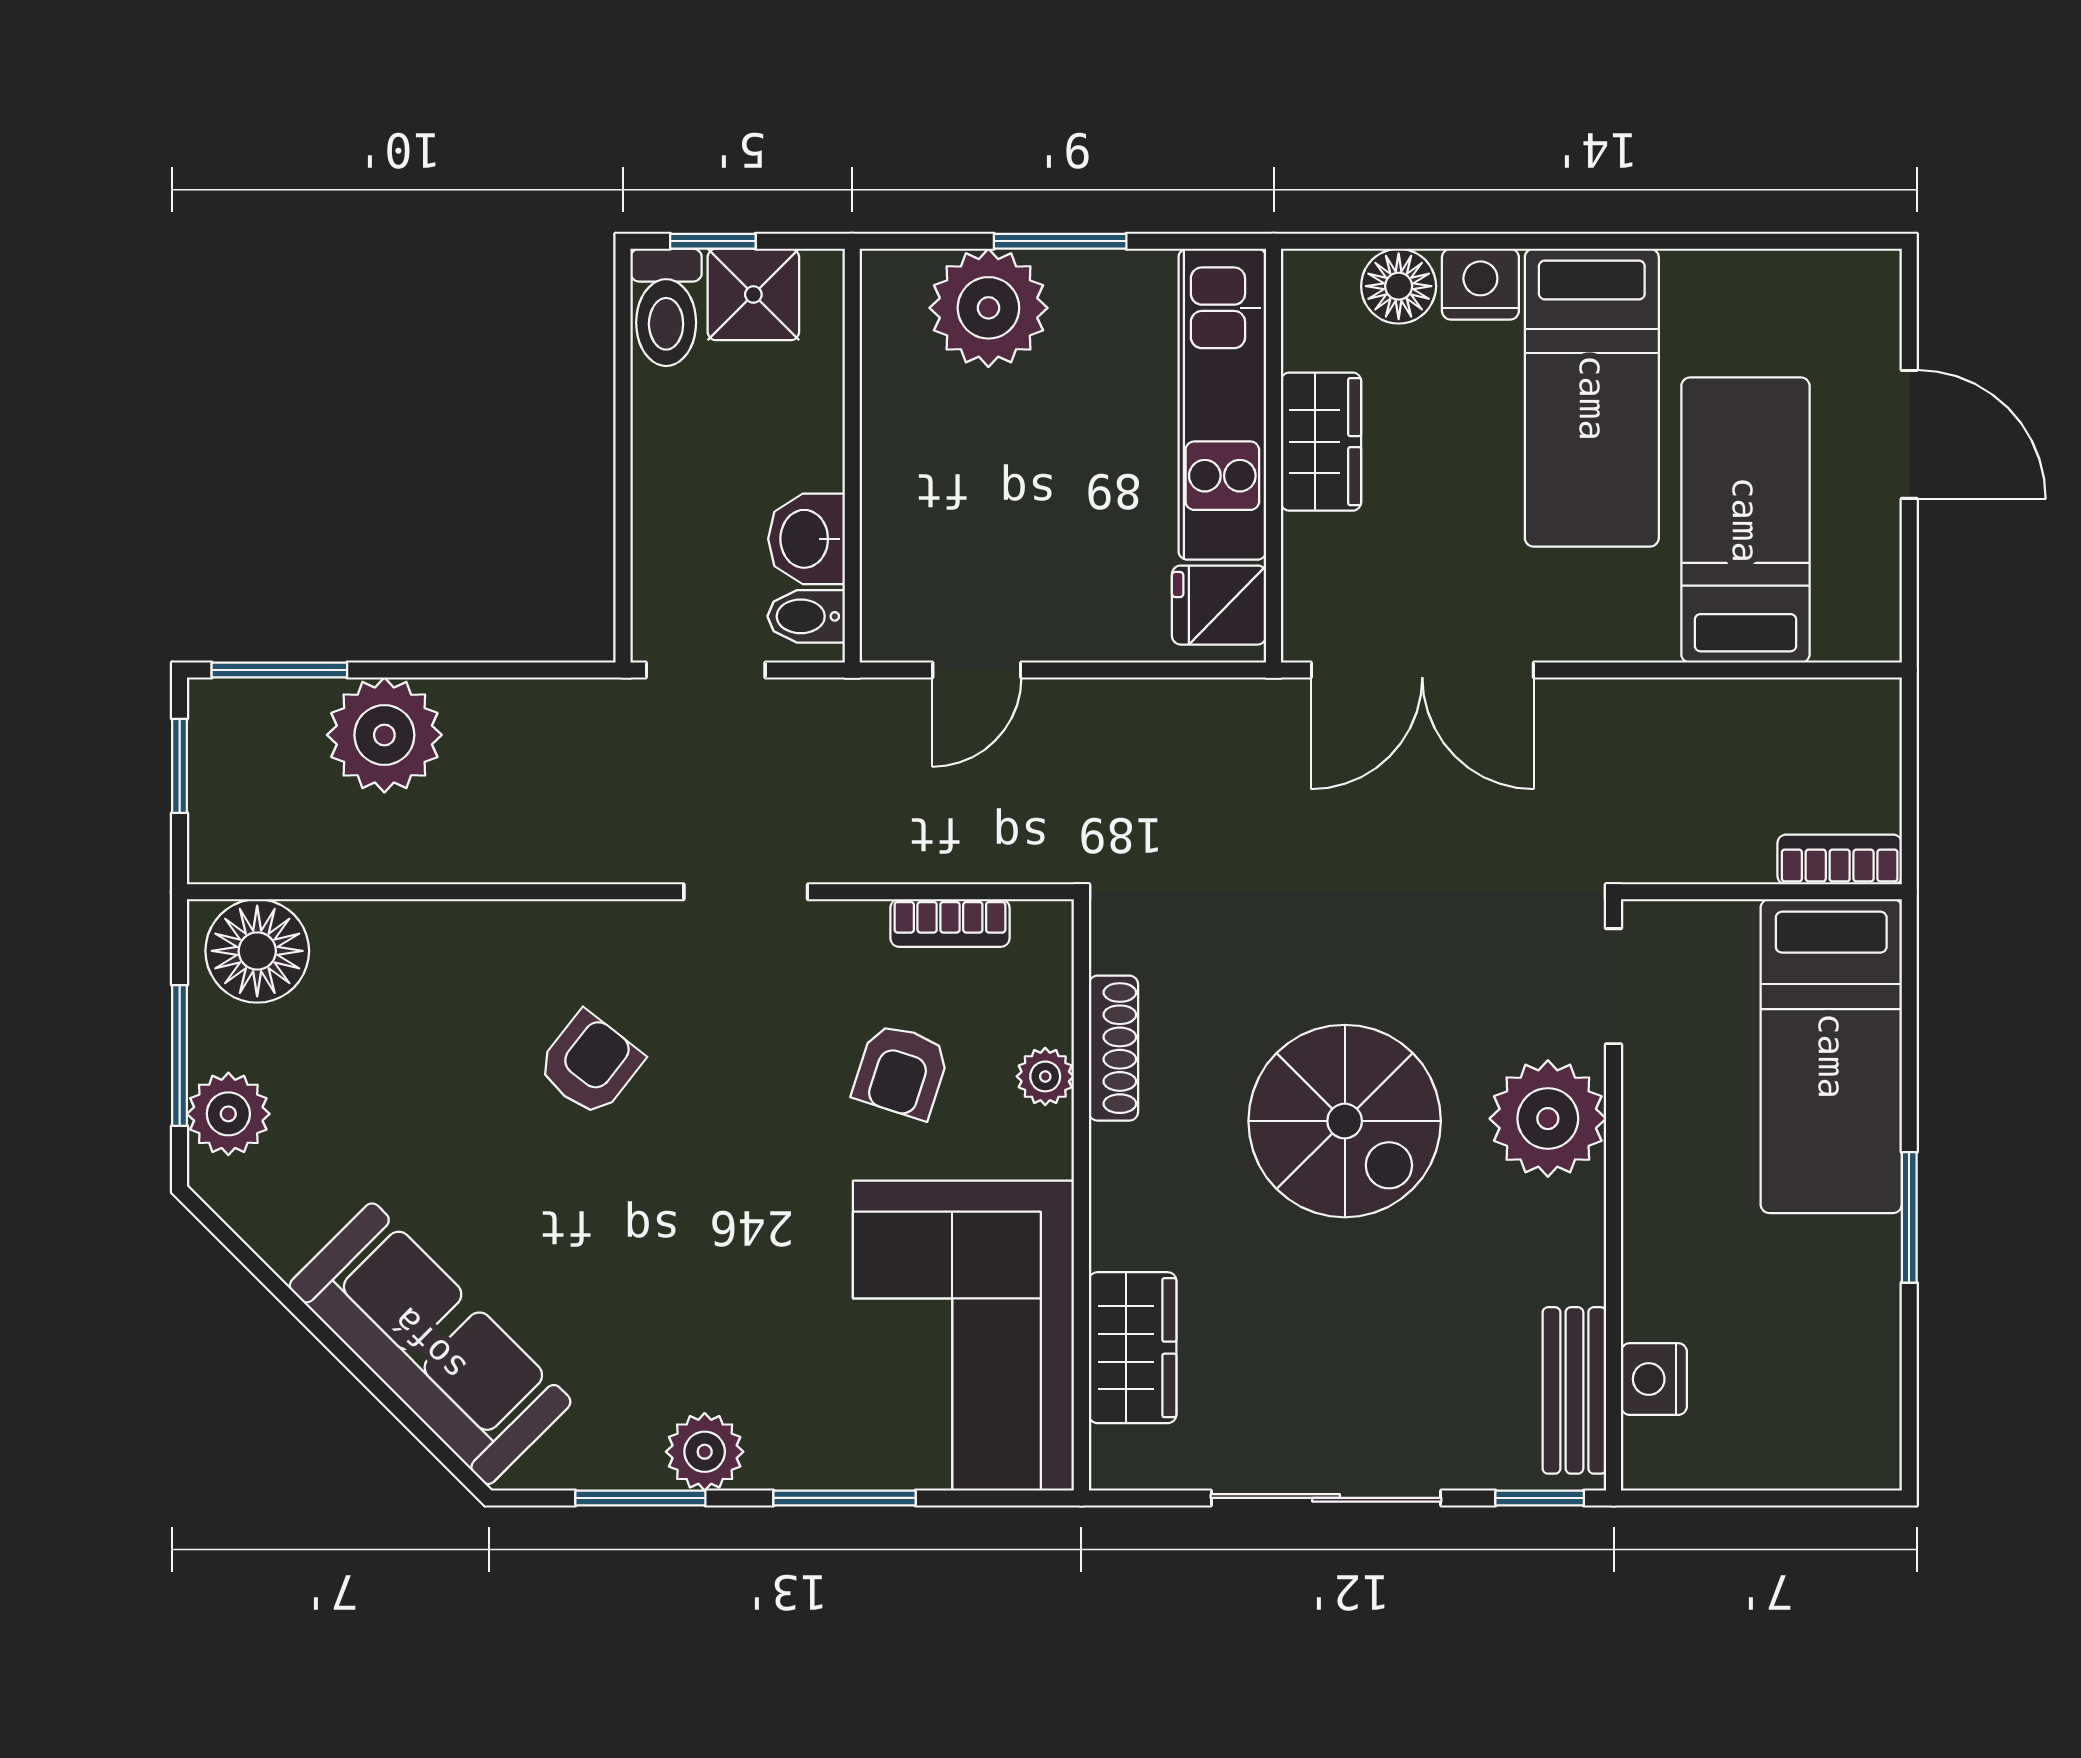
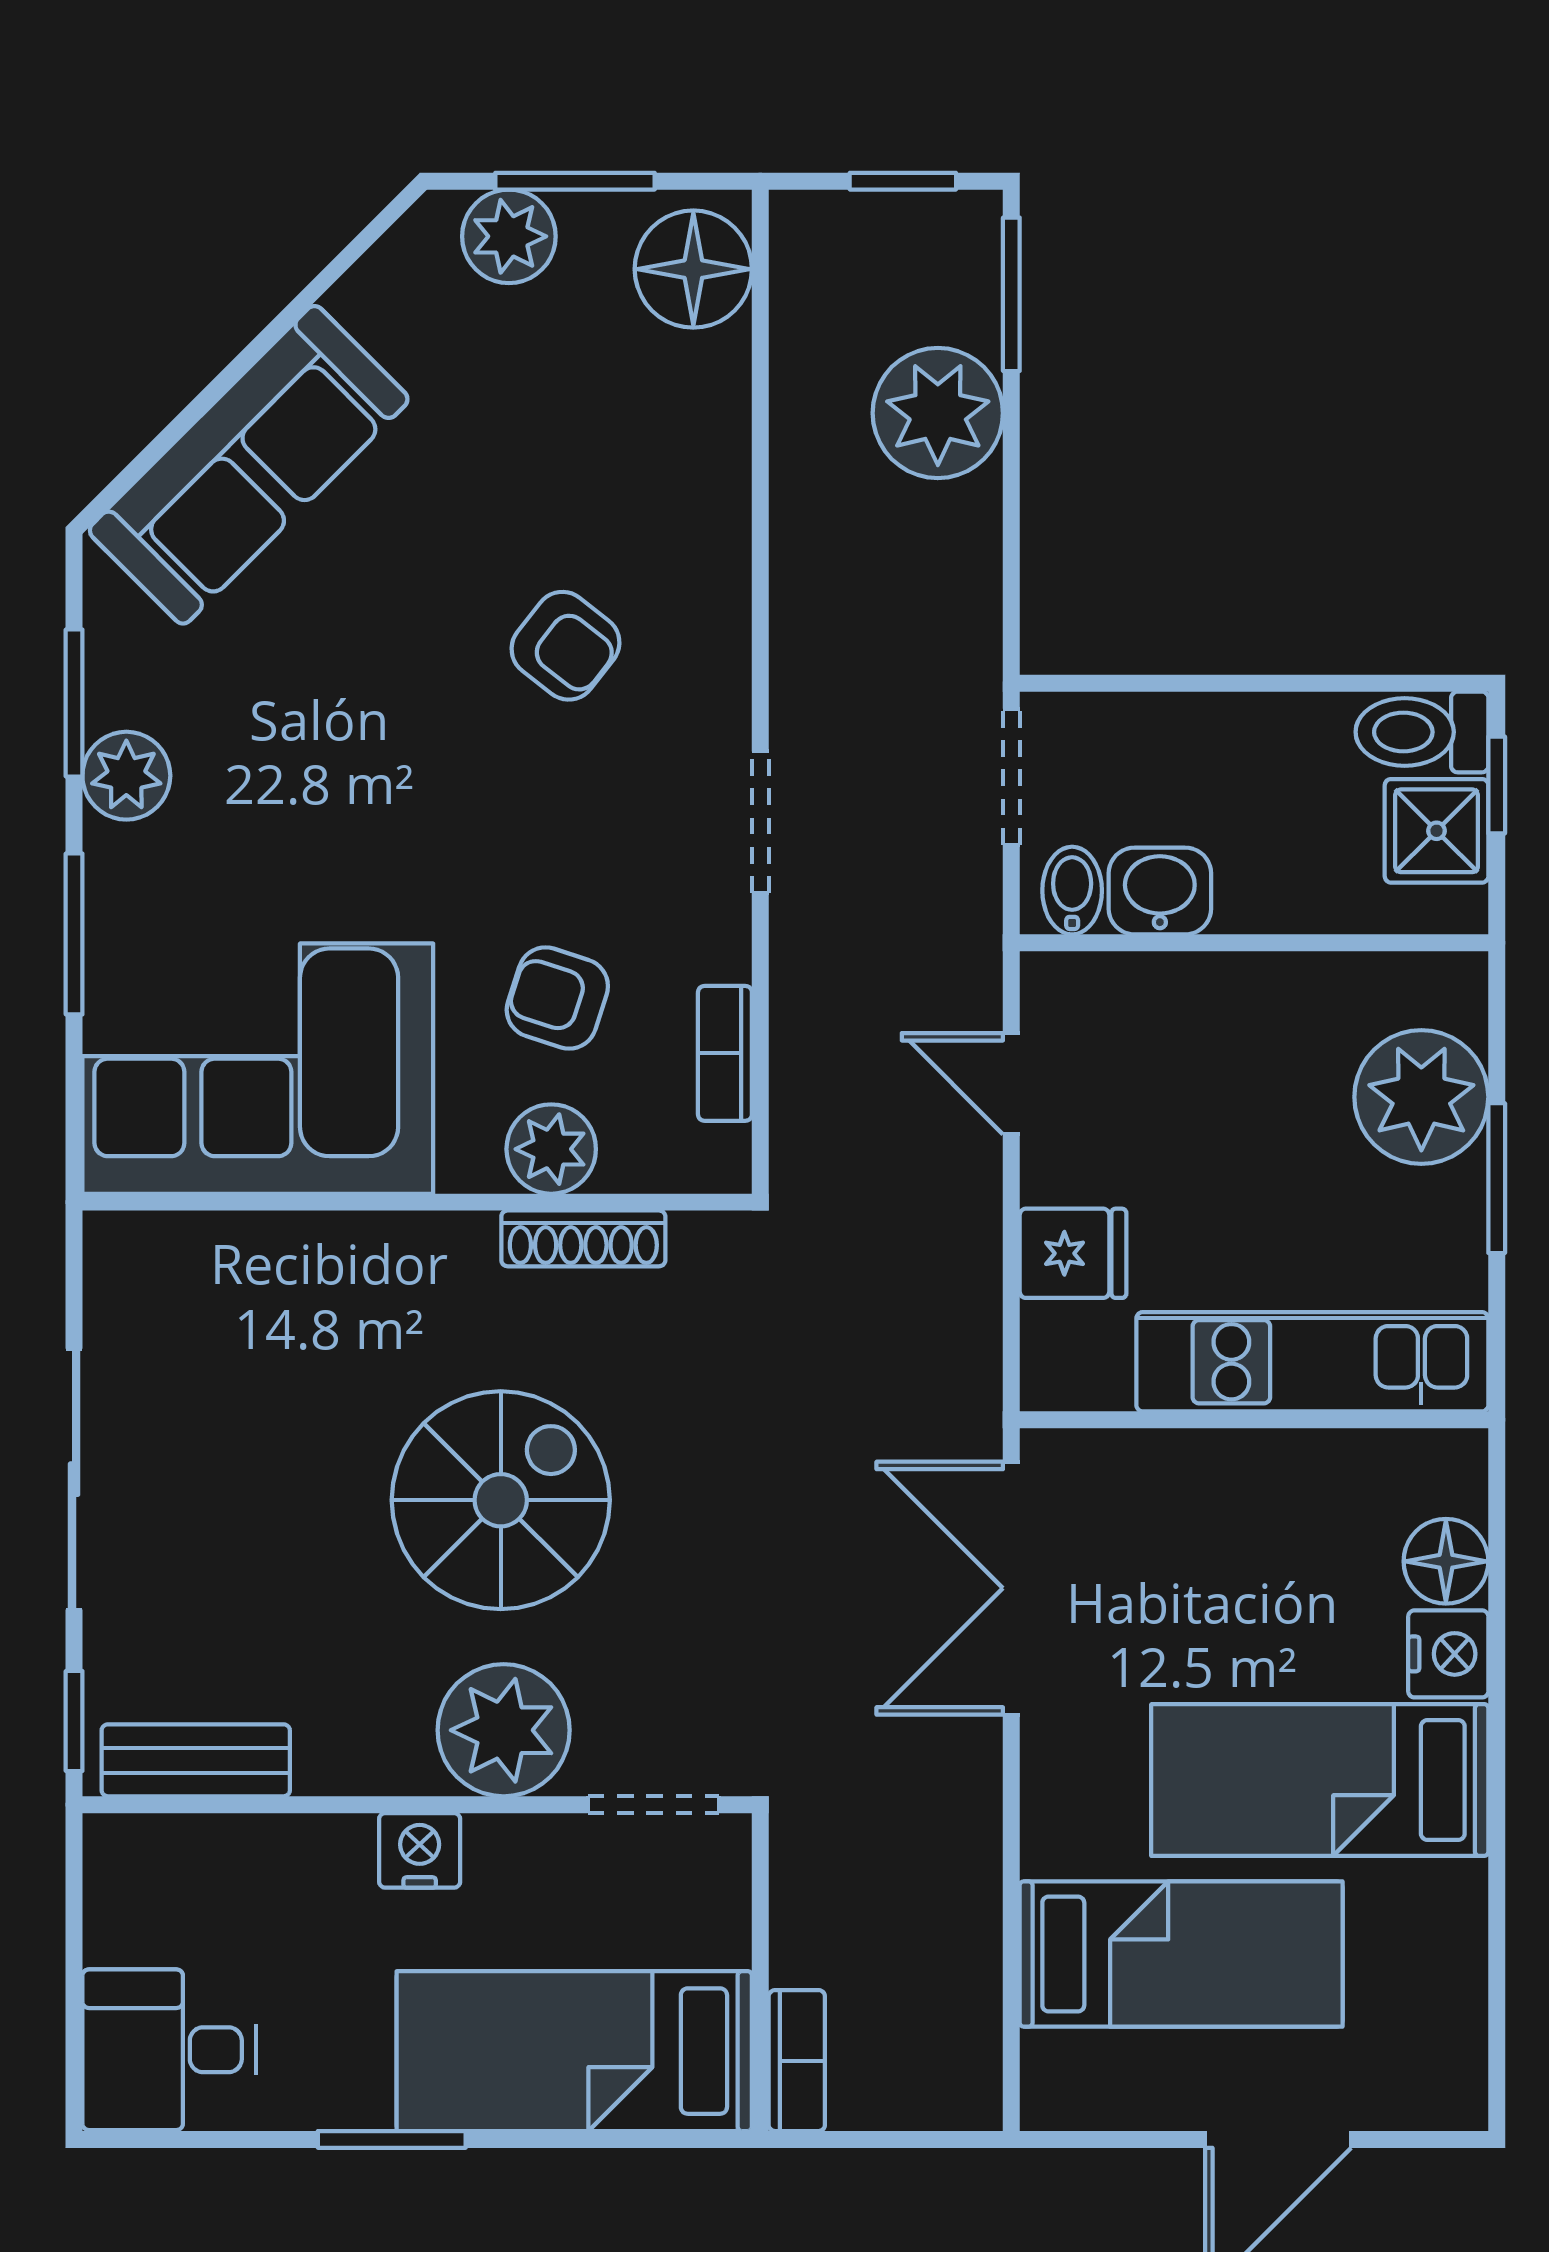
wardrobe: (1321, 442) -> (1270, 1473), removed
fridge: (1219, 605) -> (1073, 1253), moved, turned 90
plant: (1045, 1076) -> (551, 1149), width x1.38, depth x1.38
spiral stairs: (1345, 1121) -> (501, 1500), turned 180
wardrobe: (1133, 1348) -> (244, 1260), removed
nightstand: (1654, 1379) -> (420, 1850), moved
desk: (1830, 1414) -> (169, 2050), added

